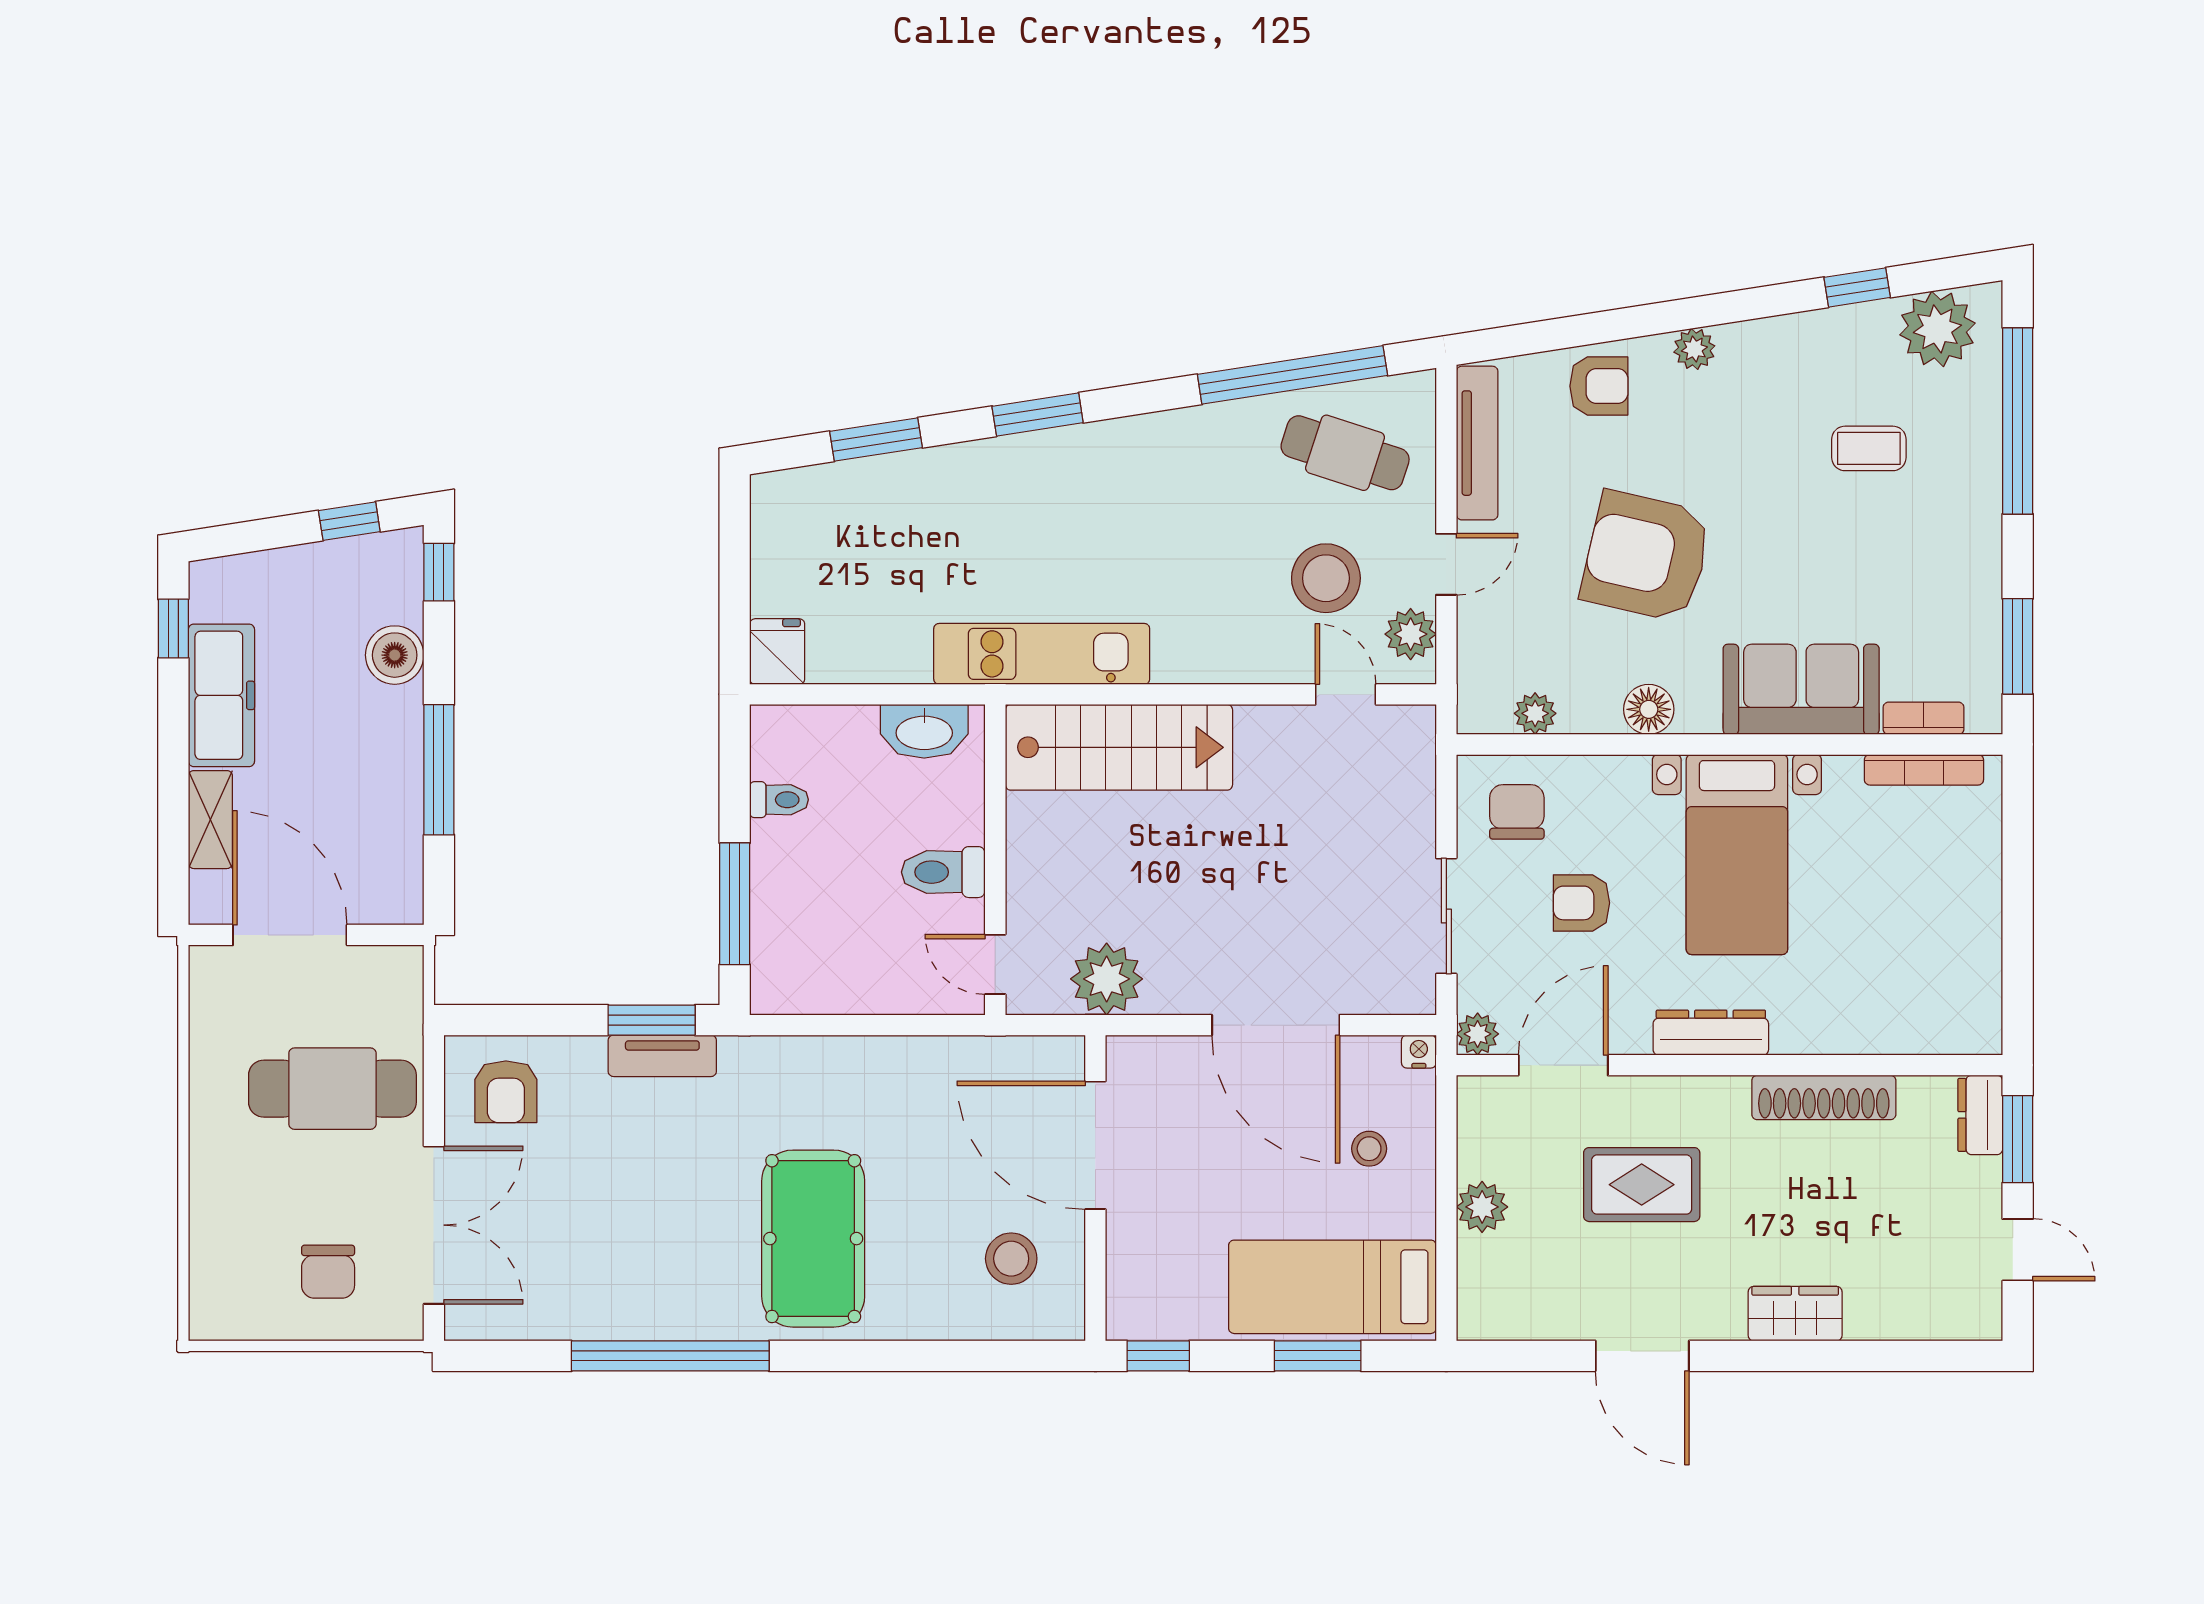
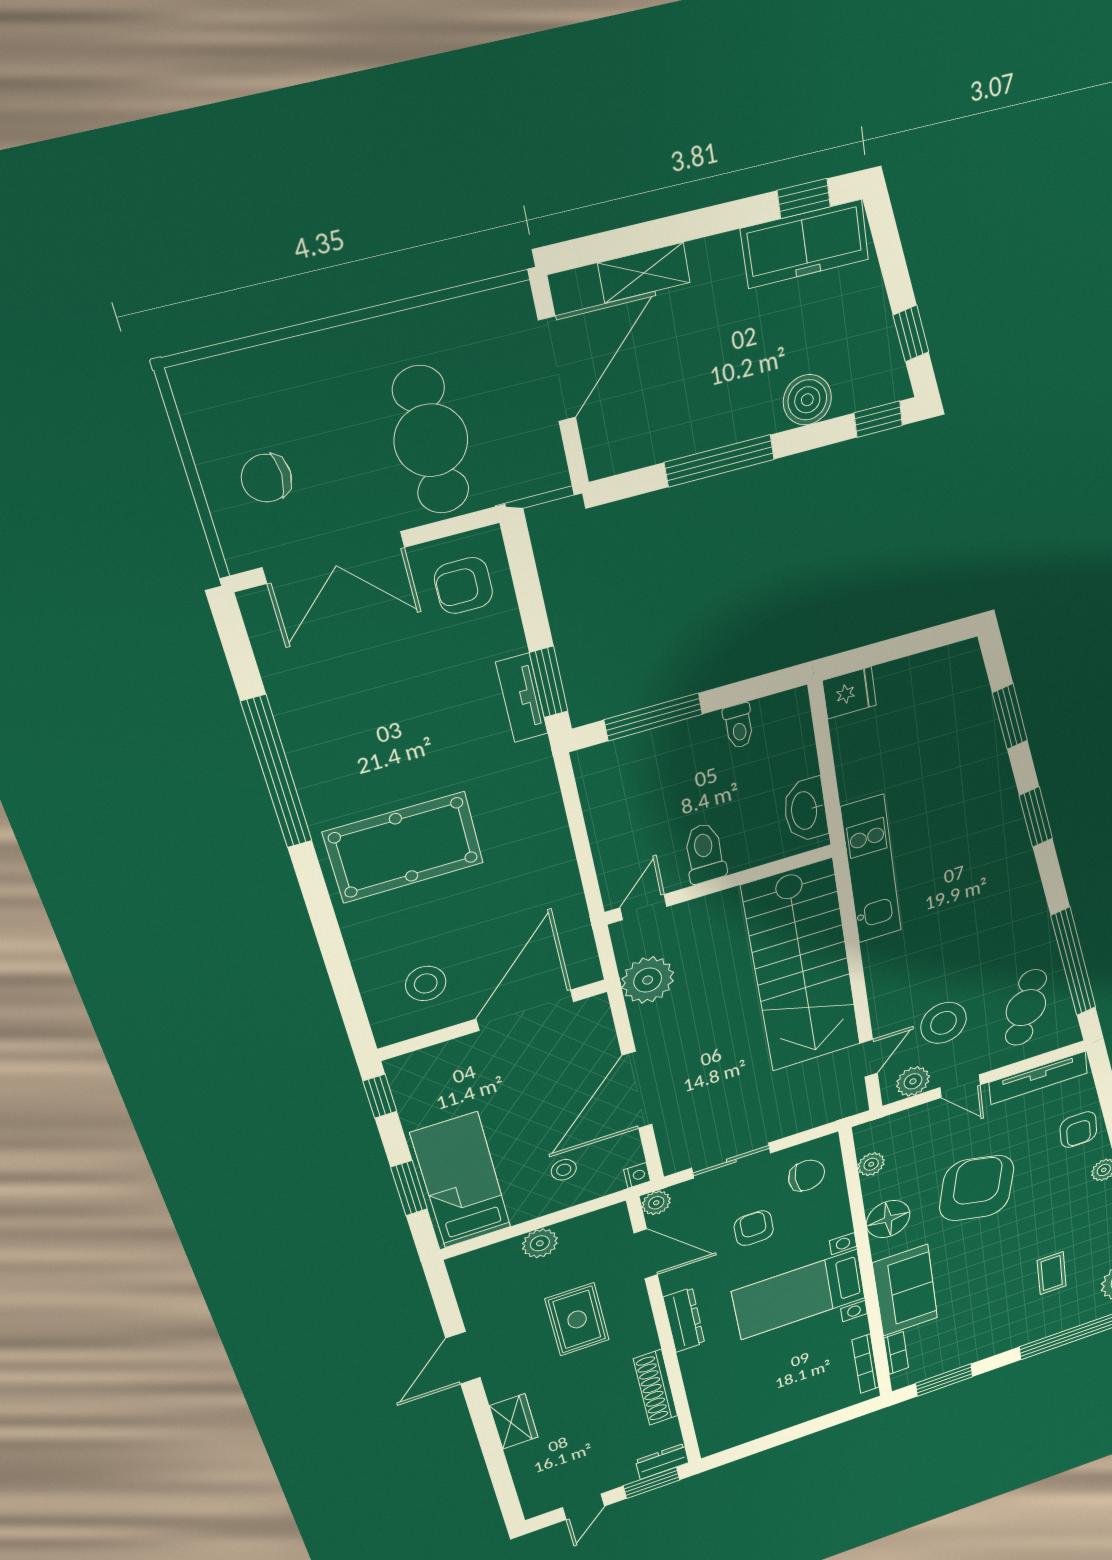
freezer: (221, 695) -> (805, 244), moved
floor lamp: (1649, 709) -> (888, 1219), width x1.38, depth x1.38
stairs: (1119, 747) -> (802, 967), width x1.36, depth x1.51

